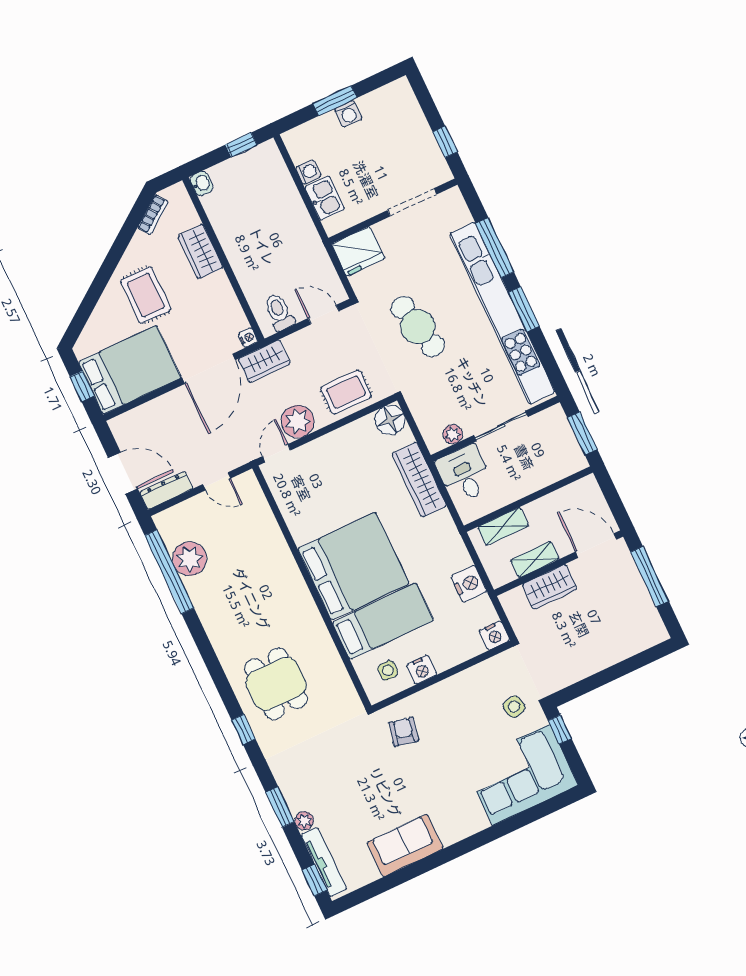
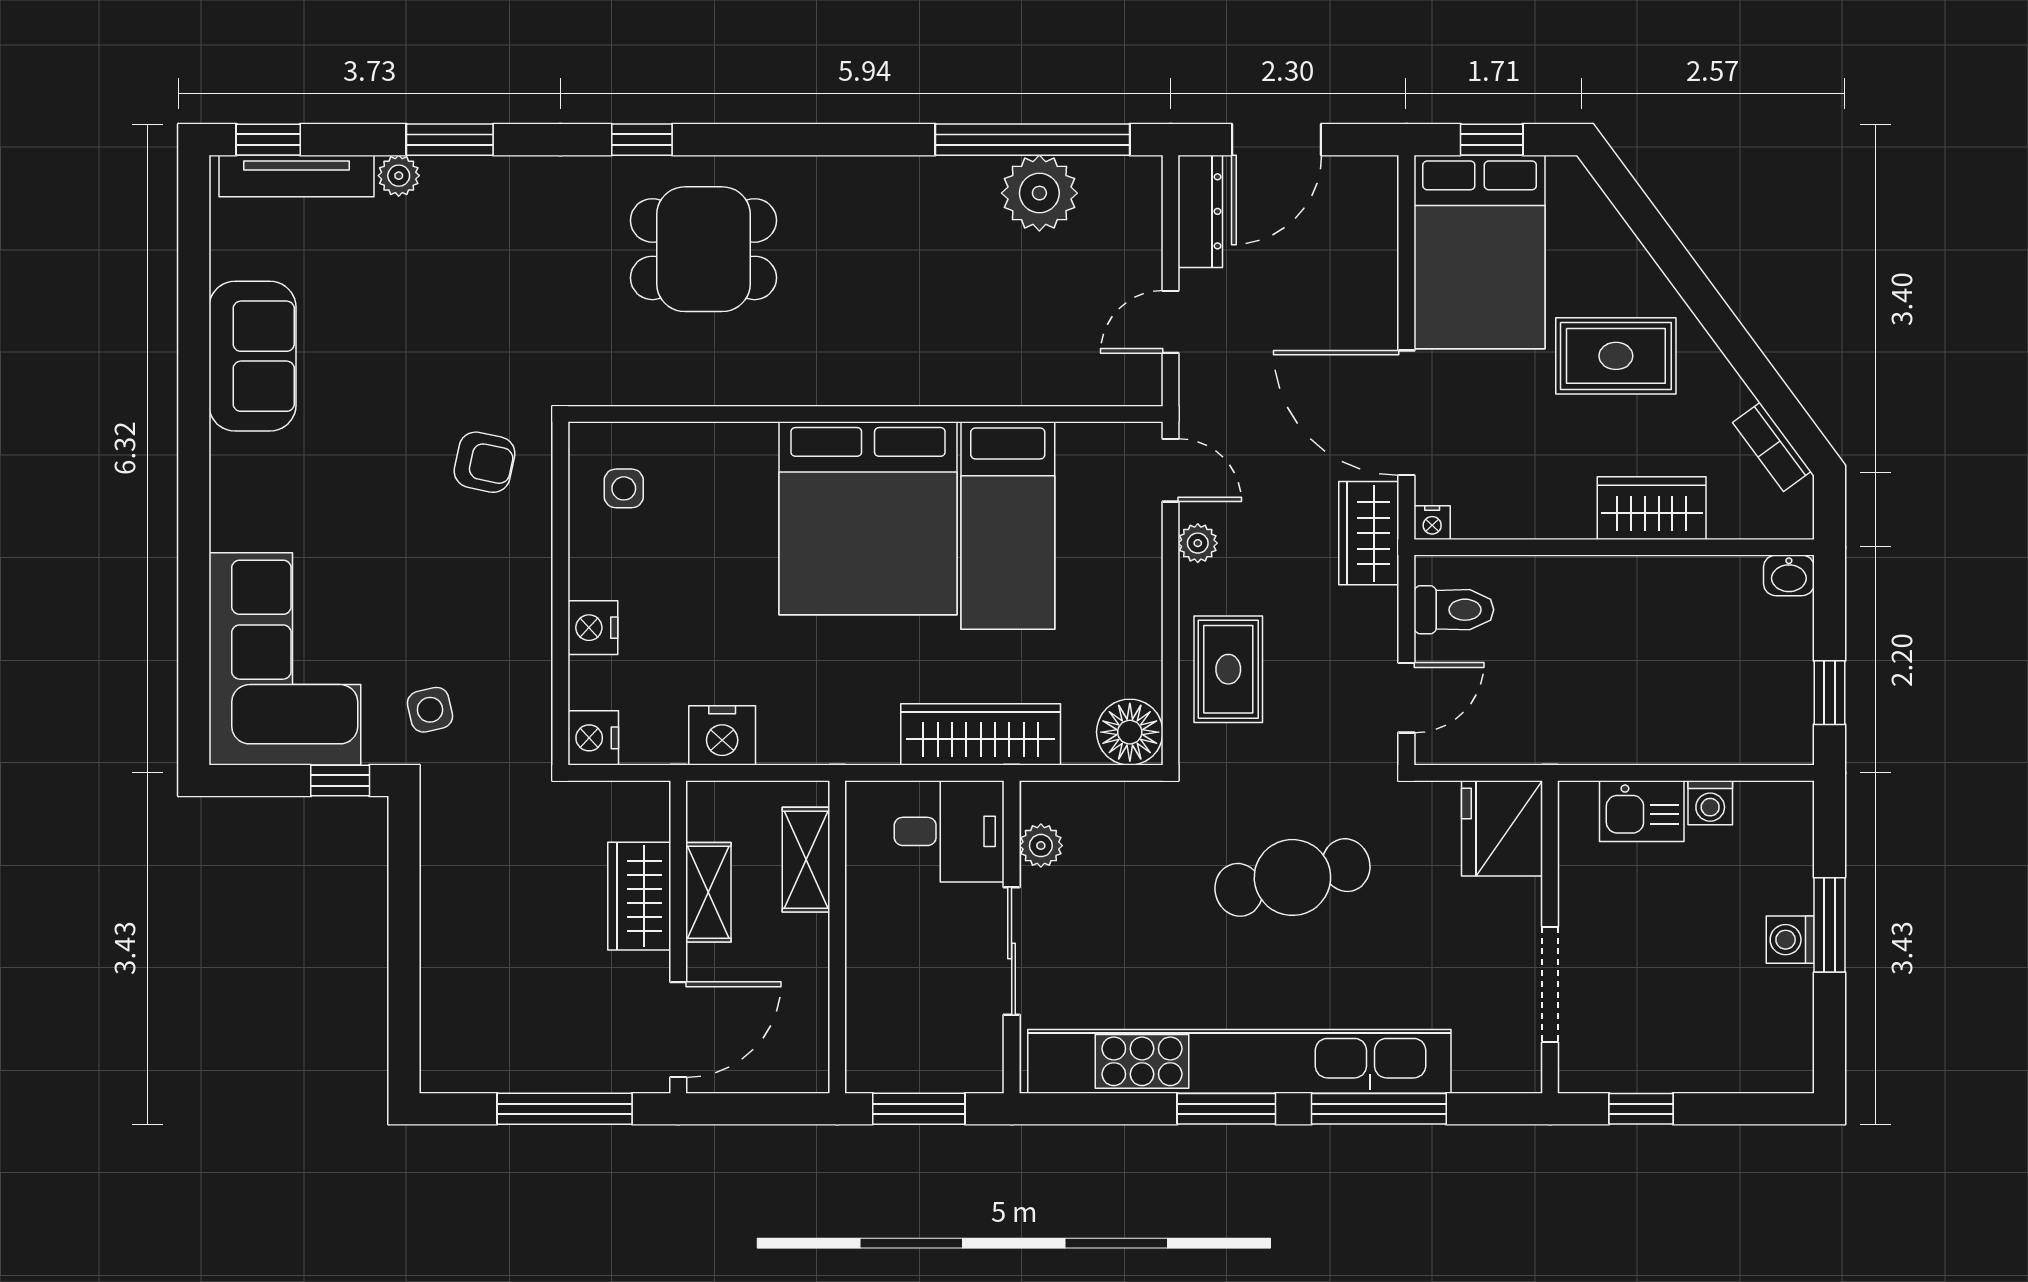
plant: (298, 421) -> (1198, 543), width x0.53, depth x0.53
bed: (383, 621) -> (1008, 526), moved
nightstand: (422, 670) -> (593, 628), moved

